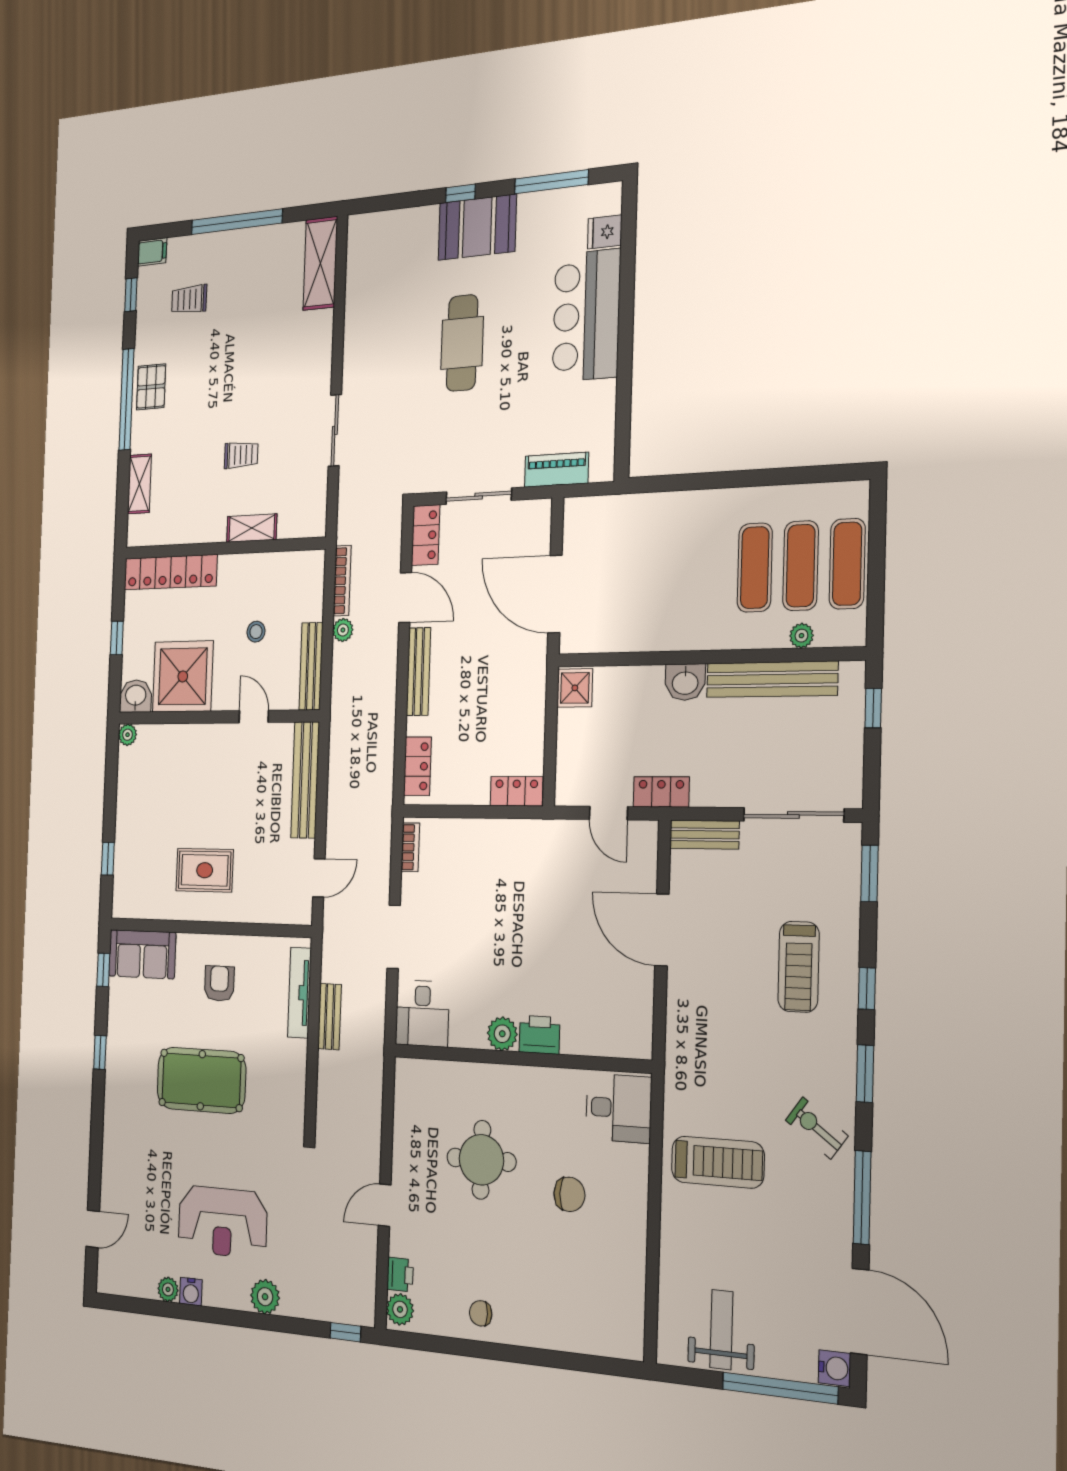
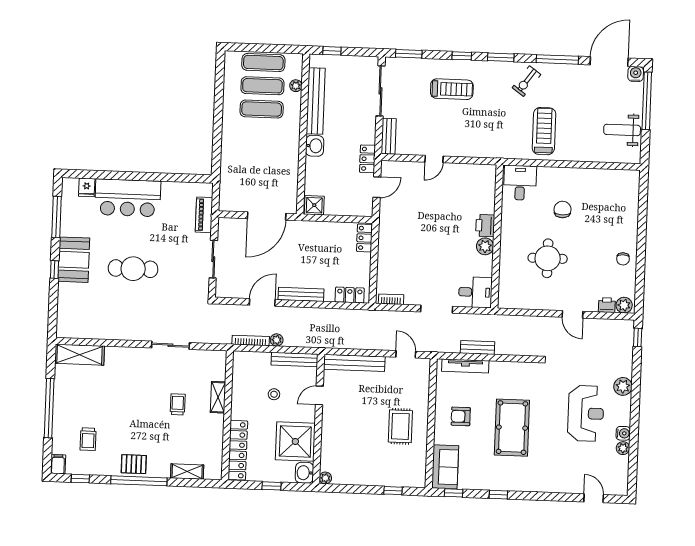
locker: (426, 535) -> (231, 290), removed
door: (662, 930) -> (434, 159), width x0.53

